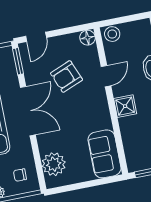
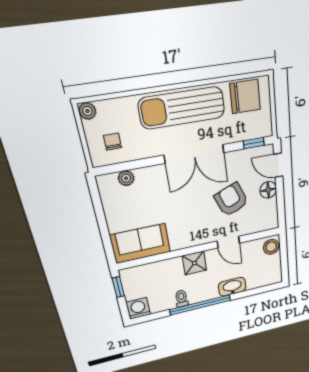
floor lamp: (88, 38) -> (268, 190), moved
window: (18, 61) -> (254, 143), width x0.67
plant: (54, 164) -> (126, 178), width x0.53, depth x0.53

